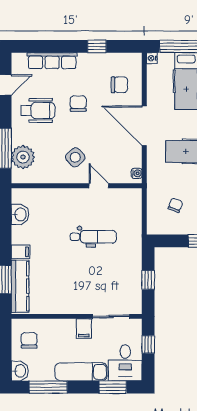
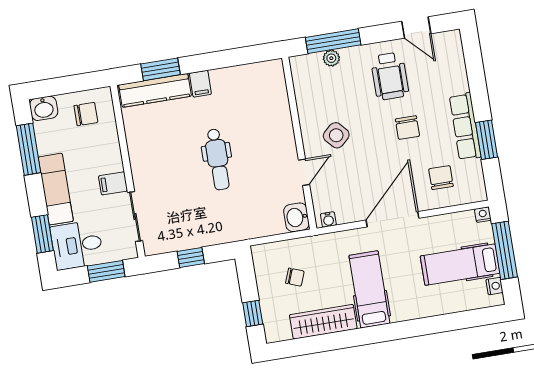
window: (97, 46) -> (486, 140), width x1.50
row of seats: (52, 61) -> (465, 126), moved
chair: (119, 85) -> (441, 178), turned 180
chair: (78, 104) -> (407, 128), turned 90
plant: (23, 157) -> (331, 58), width x0.53, depth x0.53
washbasin: (20, 214) -> (296, 217), moved, turned 90
dental chair: (93, 237) -> (218, 159), moved
window: (148, 344) -> (106, 271), width x1.50

